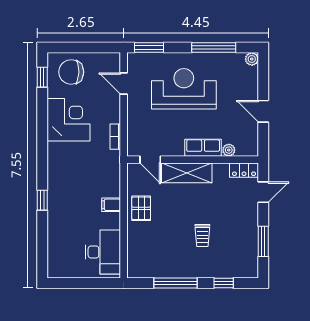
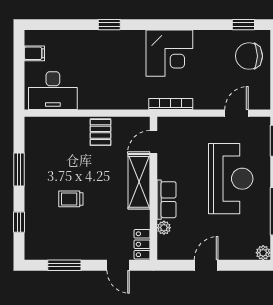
chair: (71, 72) -> (249, 56), turned -91
corner desk: (69, 120) -> (169, 53), moved
bookcase: (115, 137) -> (171, 104), width x1.56
filing cabinet: (111, 205) -> (34, 53), moved, turned 90
pallet: (141, 208) -> (100, 132), turned 90
window: (175, 283) -> (19, 170), width x0.69

